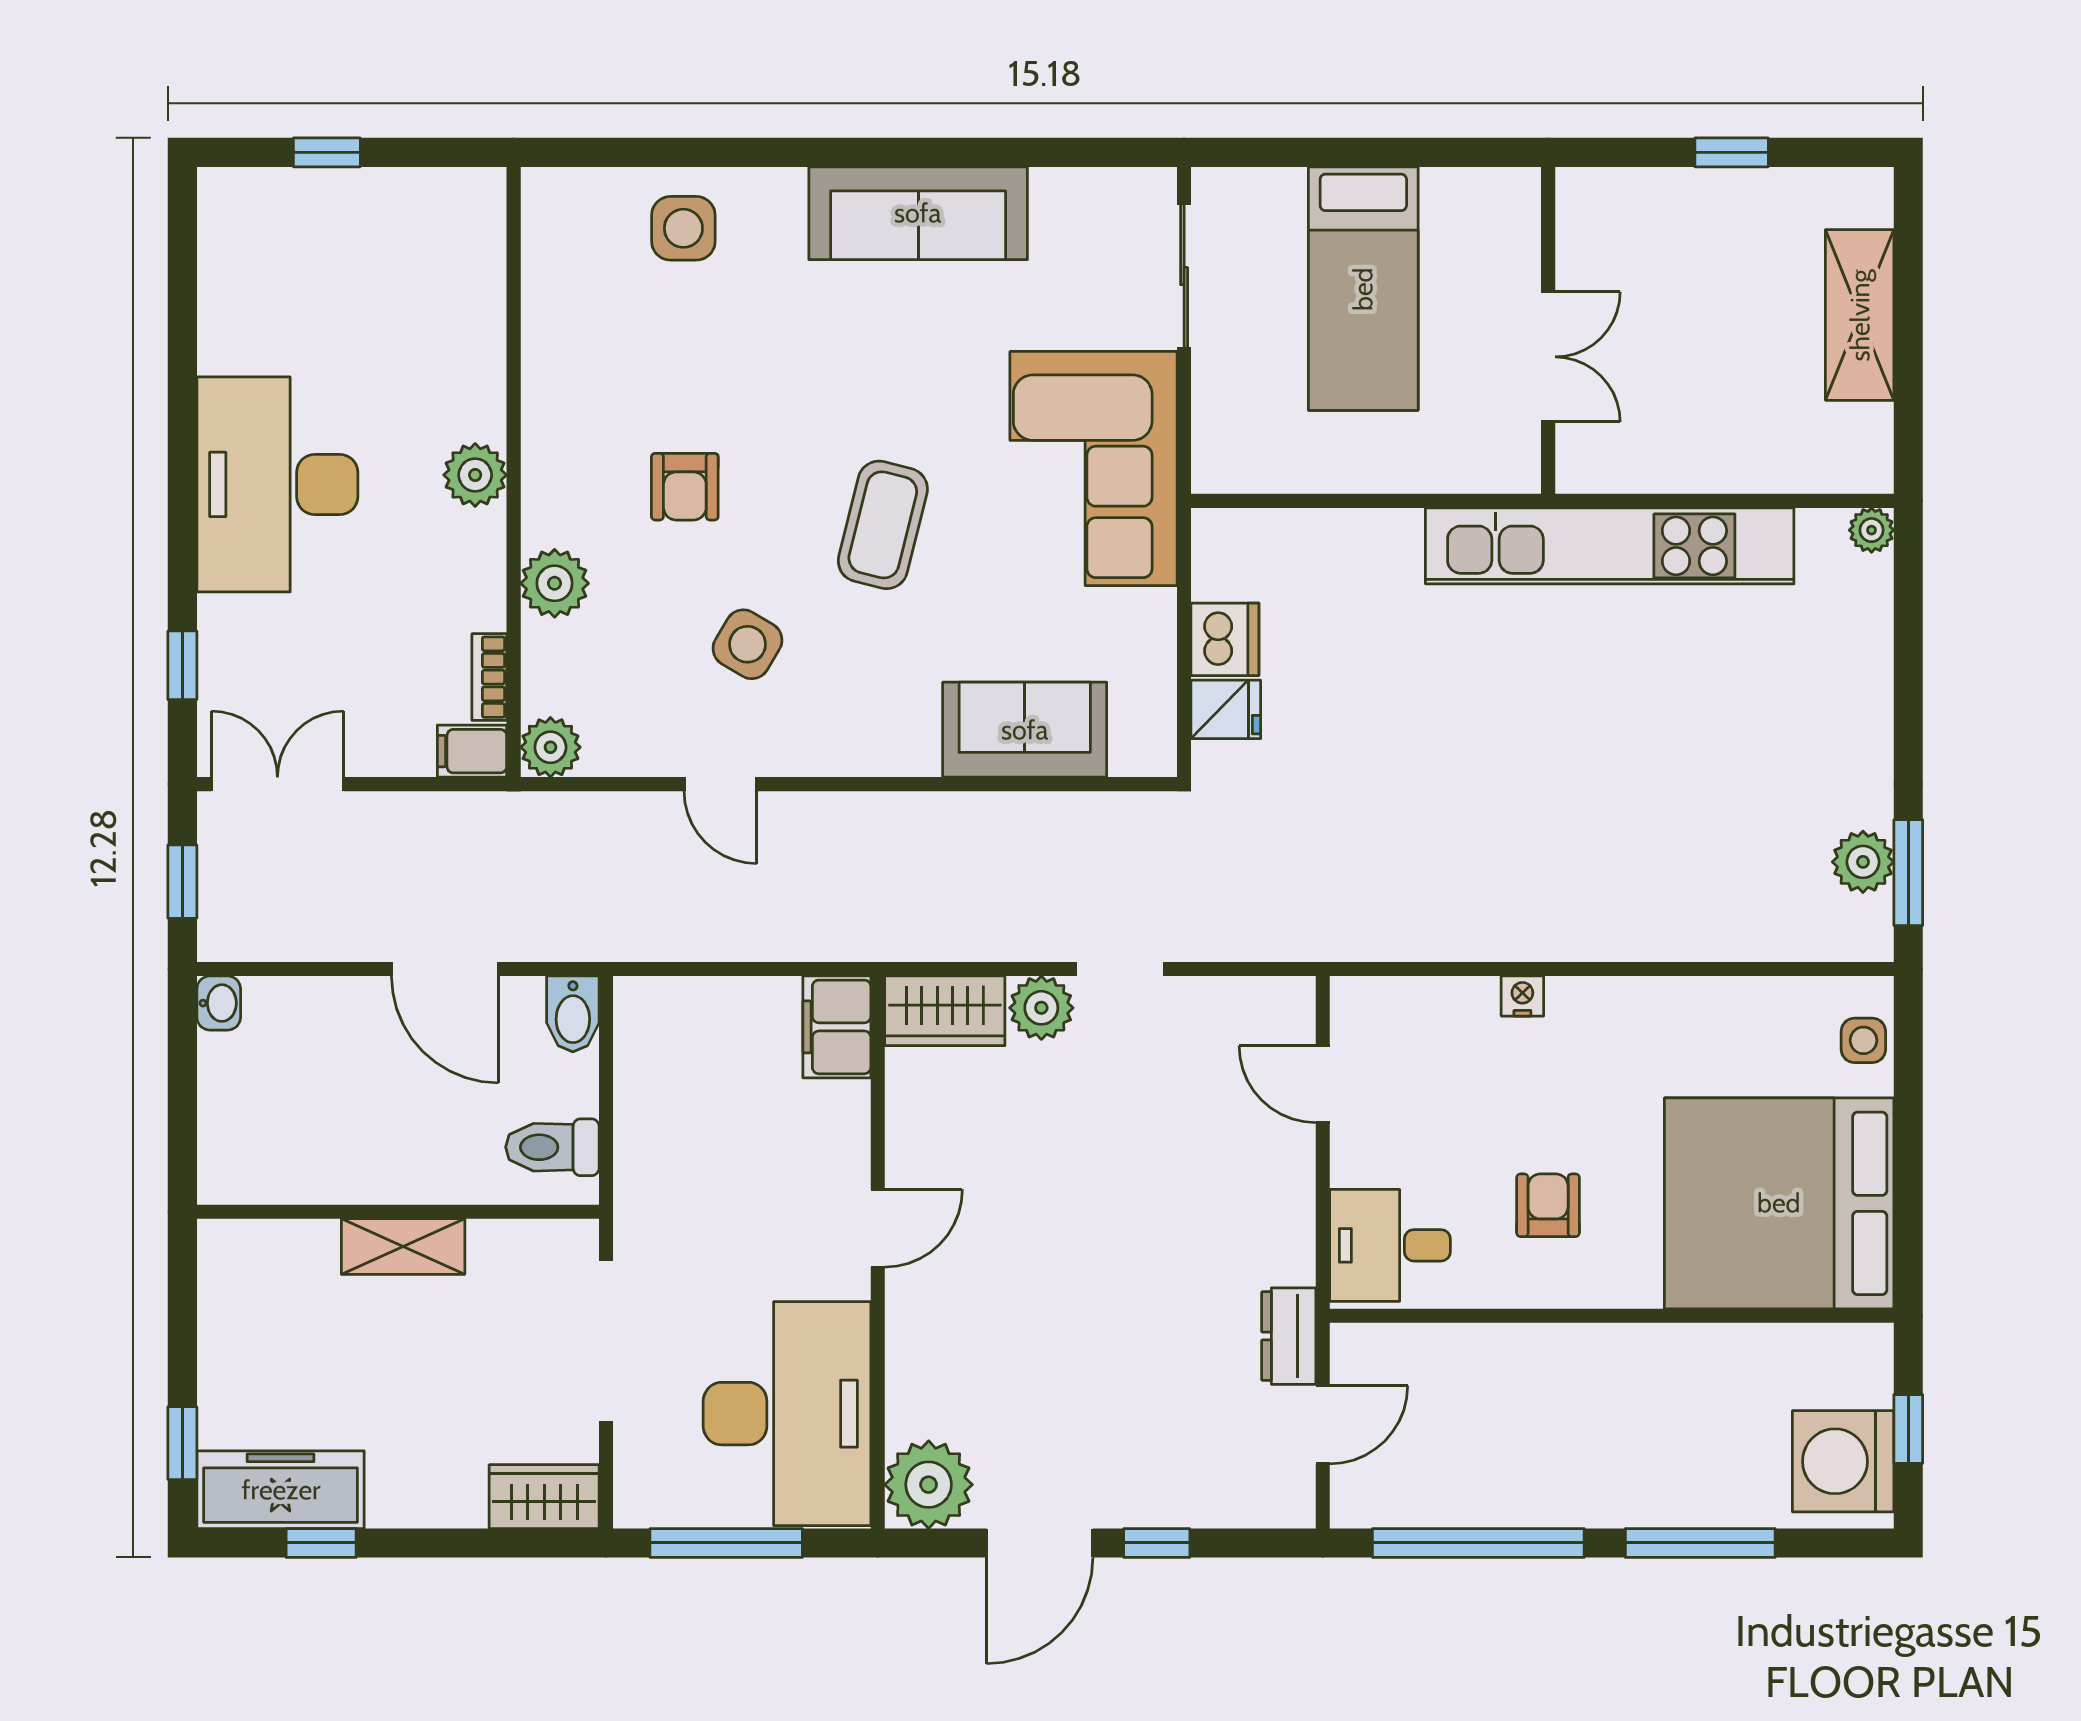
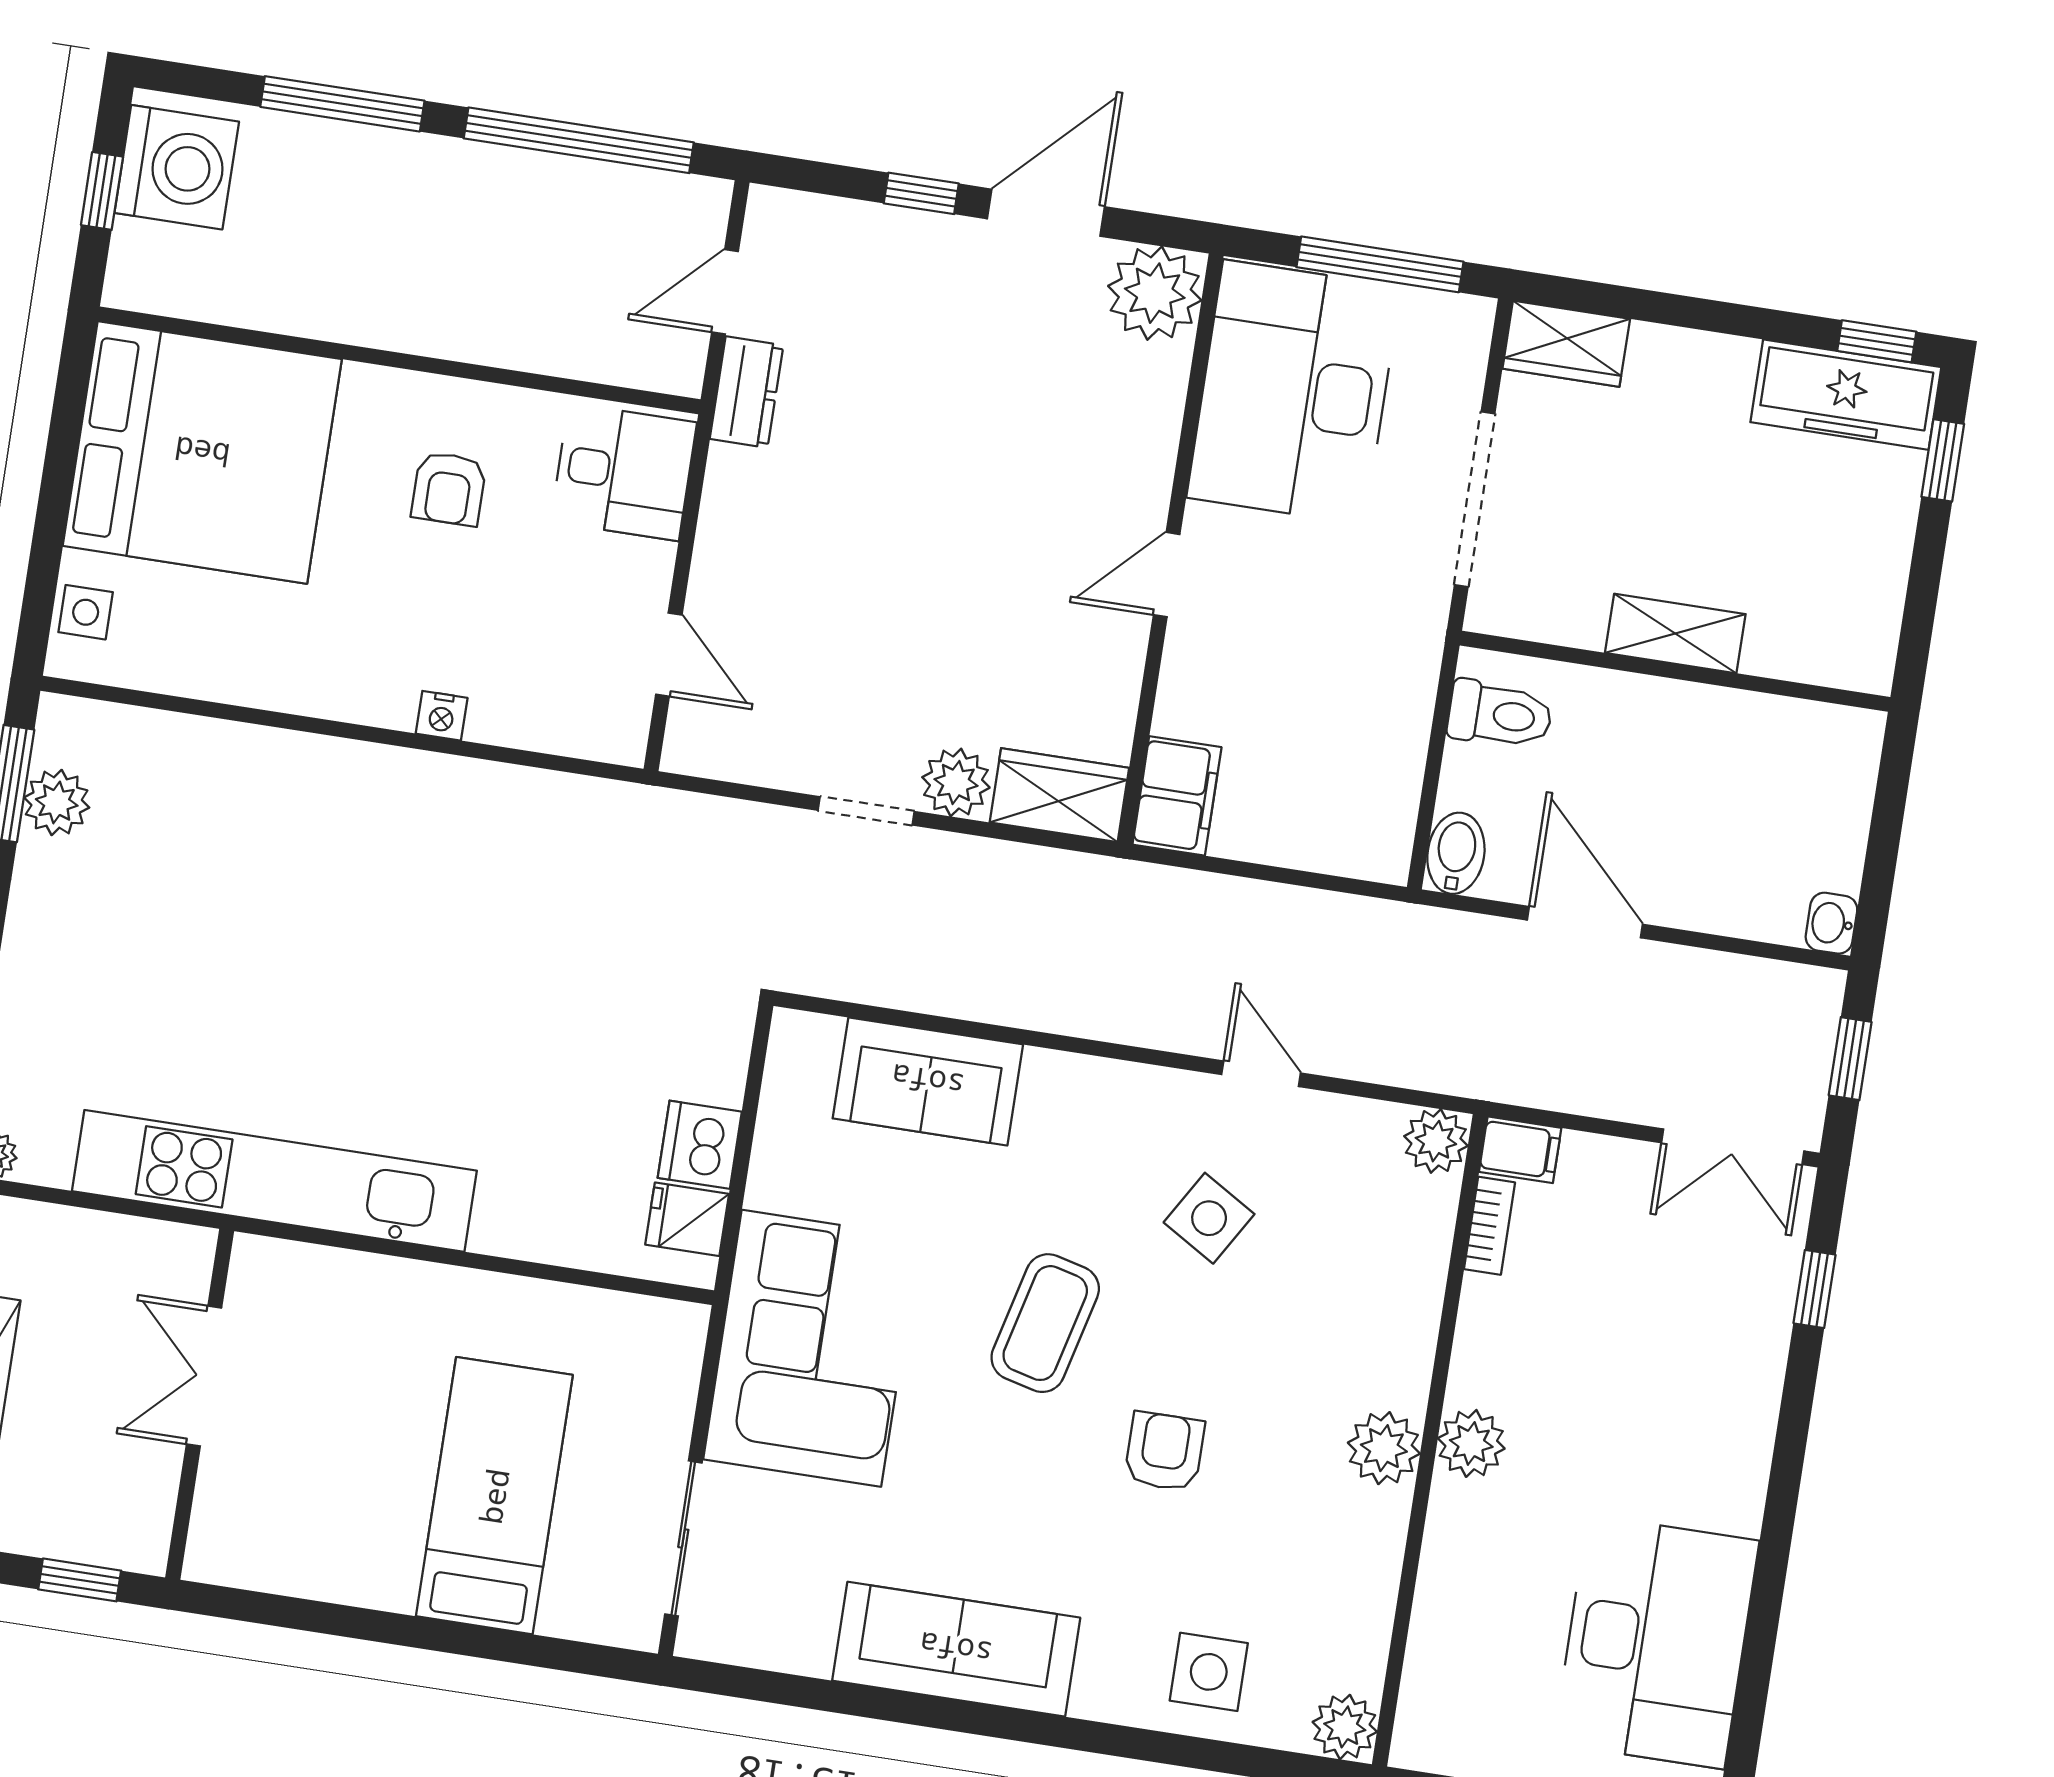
plant: (551, 197) -> (1345, 1727), added
wall: (1548, 330) -> (200, 1404), moved
double door: (1548, 357) -> (204, 1376), moved
desk: (277, 484) -> (1656, 1642), moved
armchair: (685, 487) -> (1164, 1451), moved
plant: (555, 583) -> (1384, 1448), moved
fridge: (1226, 709) -> (687, 1219), moved
window: (321, 1543) -> (1877, 341), moved

